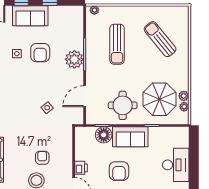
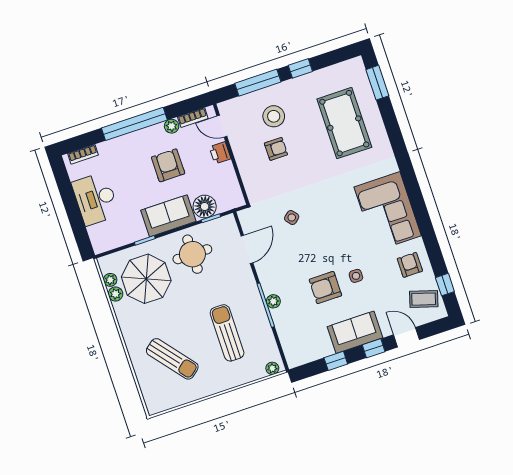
armchair: (40, 53) -> (325, 288), turned -90
plant: (74, 59) -> (273, 301), width x0.53, depth x0.53
armchair: (42, 158) -> (276, 149), turned -90

